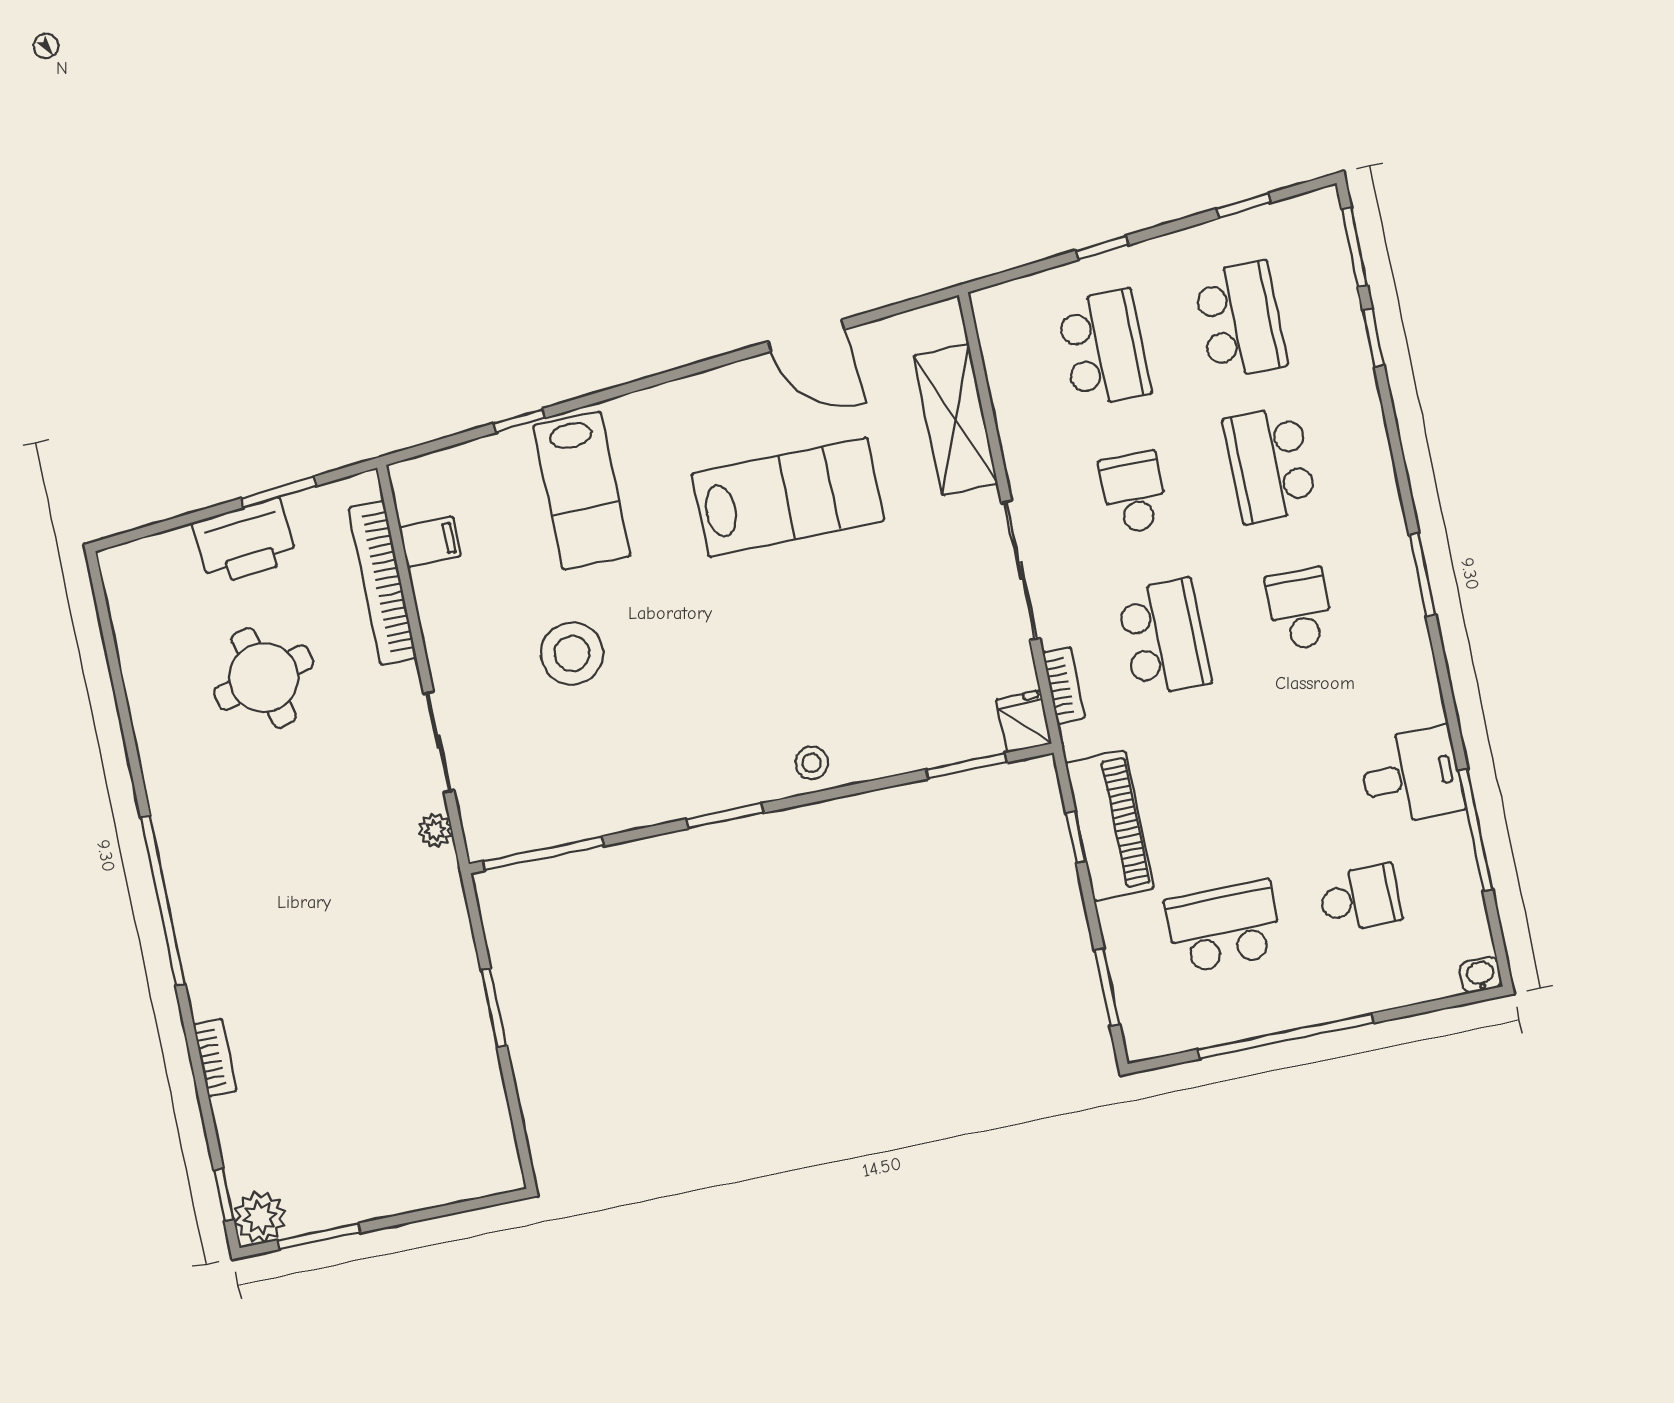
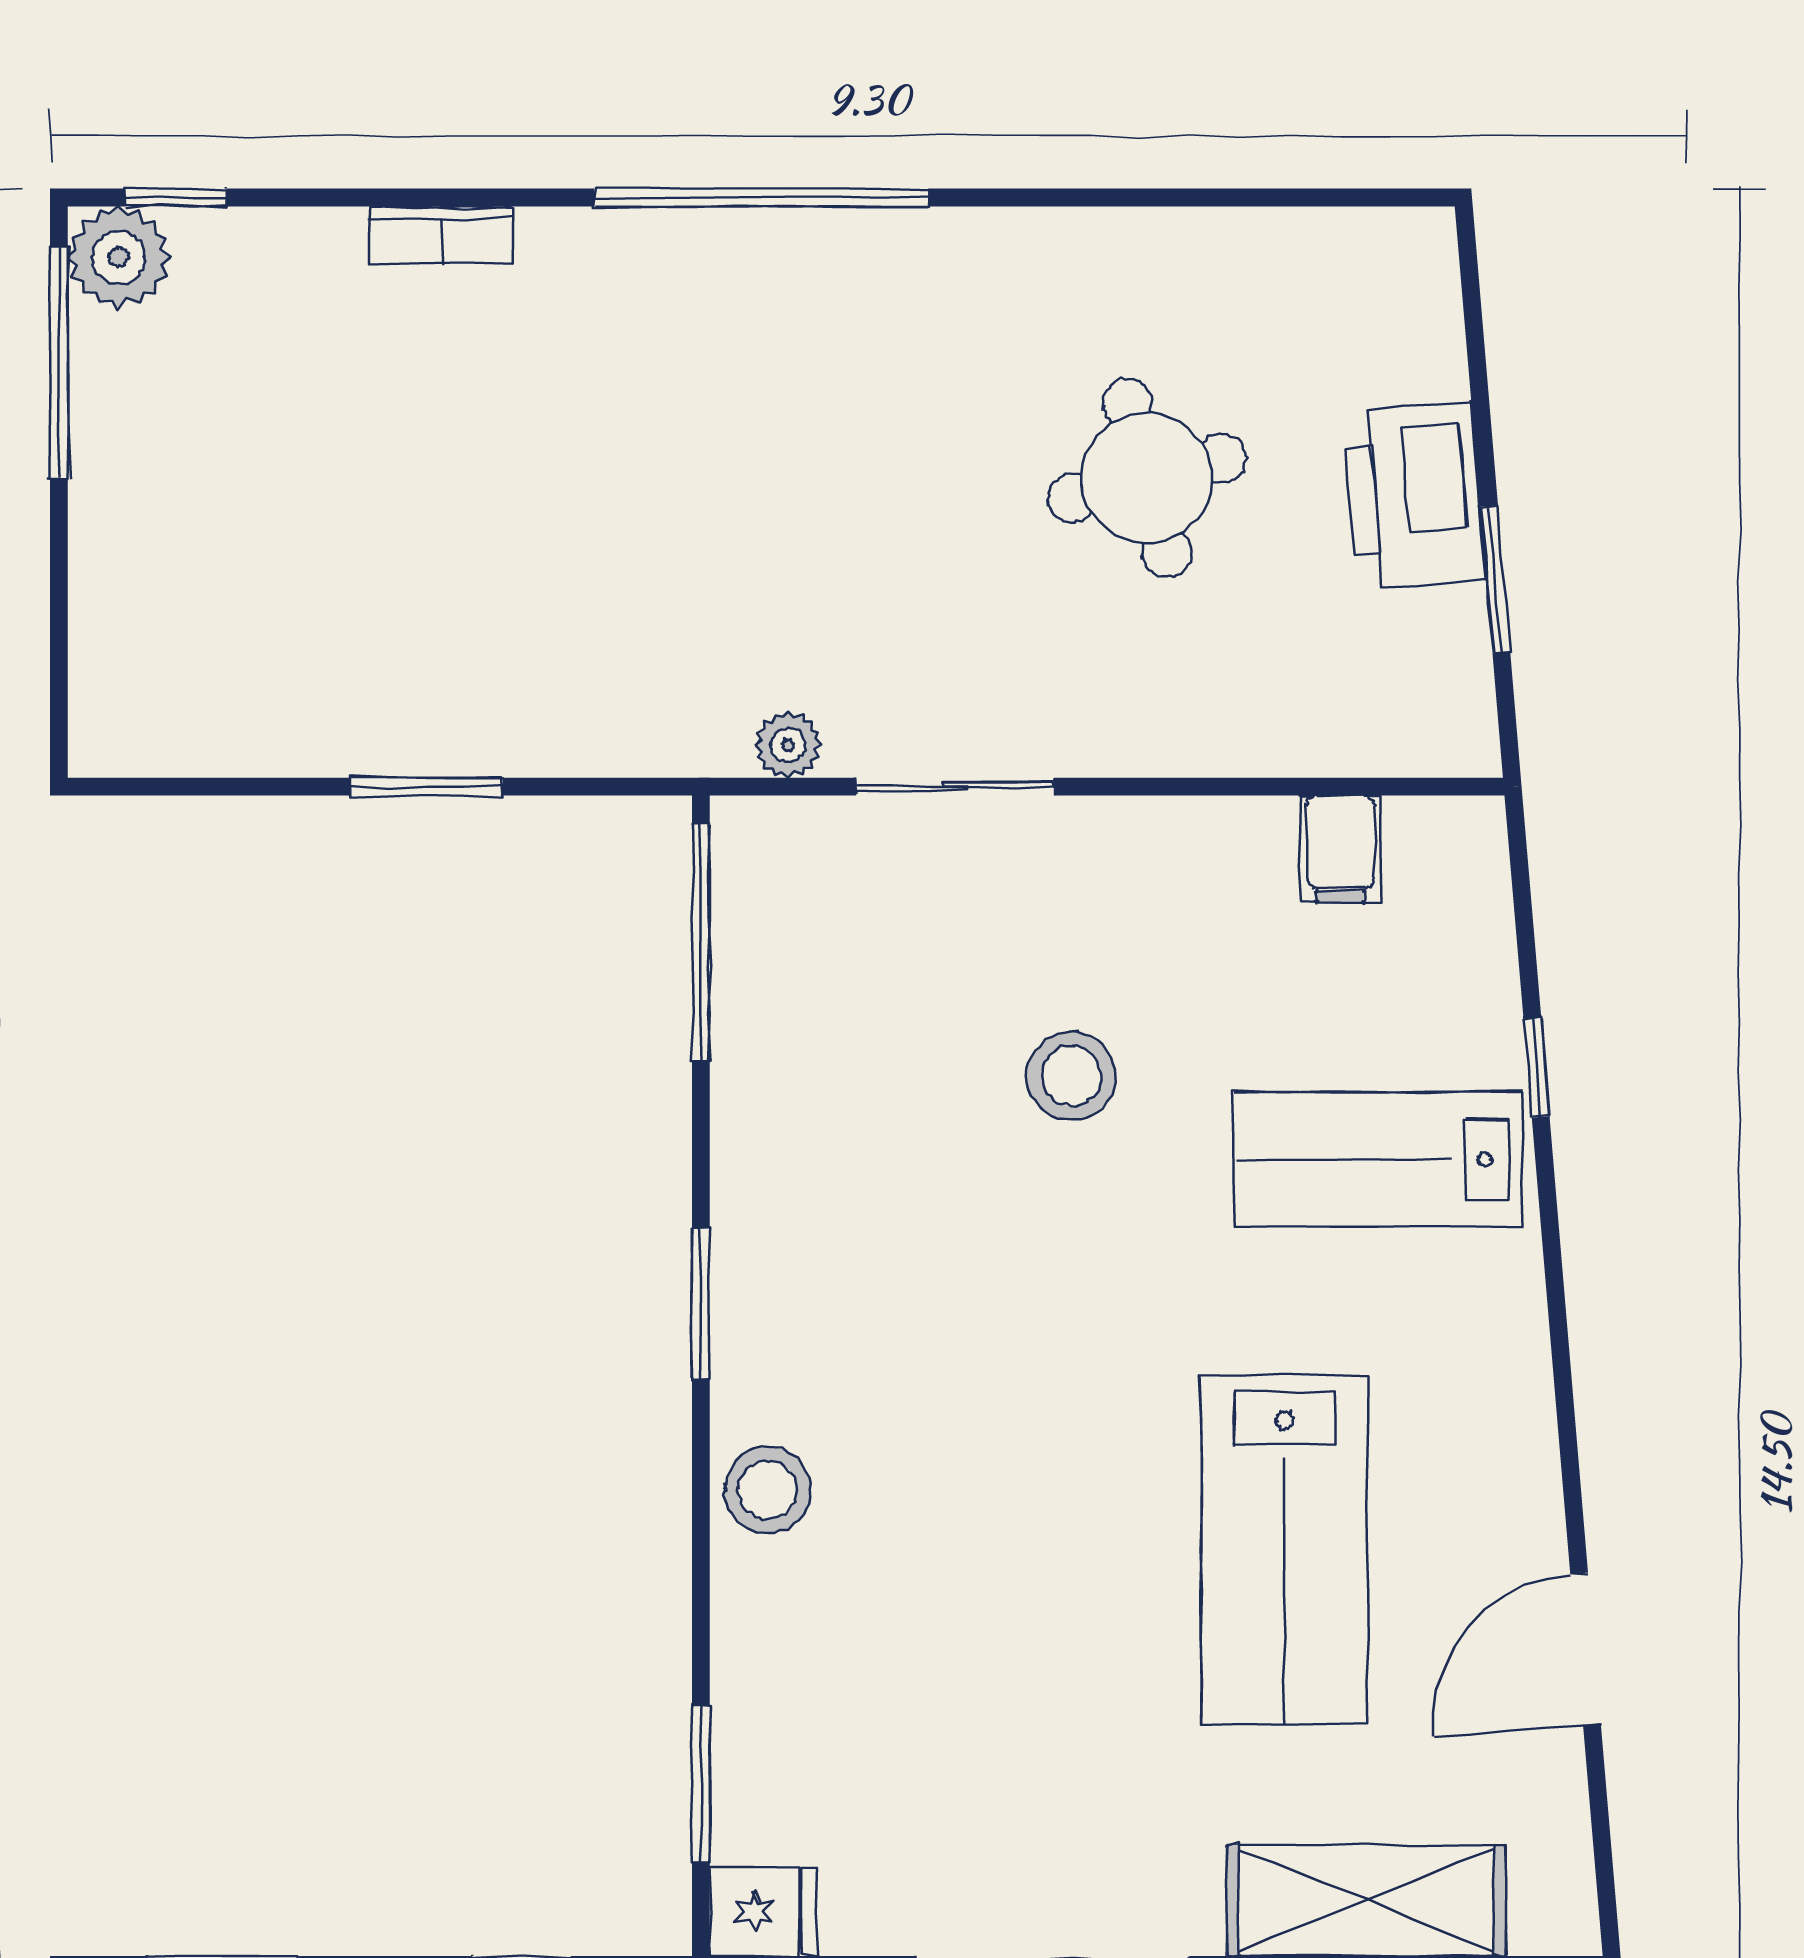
bookcase: (383, 583) -> (1281, 742), removed
stool: (572, 654) -> (1071, 1076), width x0.73, depth x0.73
stool: (812, 763) -> (768, 1490), width x1.37, depth x1.37
window: (319, 1236) -> (59, 363), width x1.44

